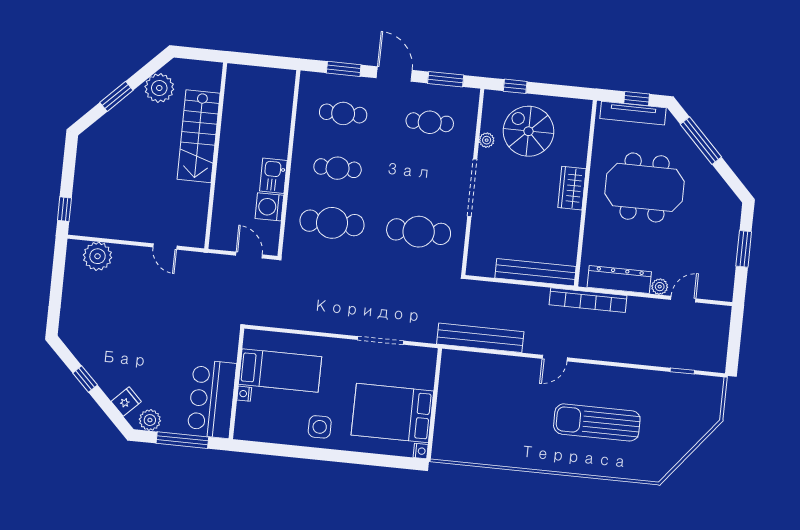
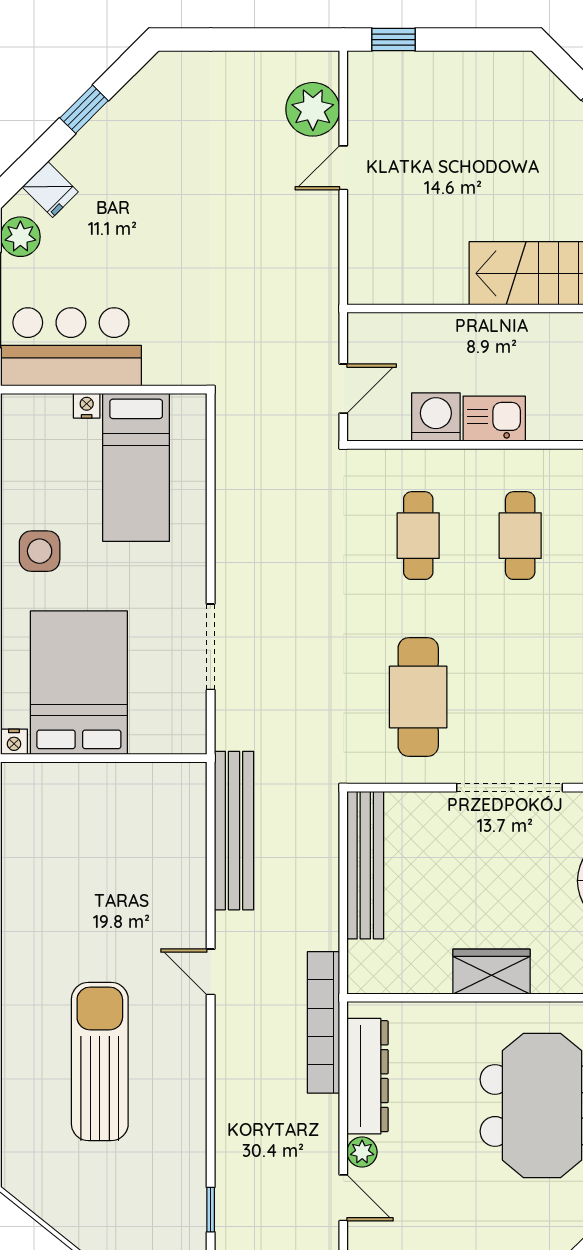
wardrobe: (572, 188) -> (491, 972), moved
cafe table: (332, 223) -> (418, 536), width x0.73, depth x0.74
door: (165, 247) -> (343, 168), moved
bench: (536, 272) -> (365, 865), moved

